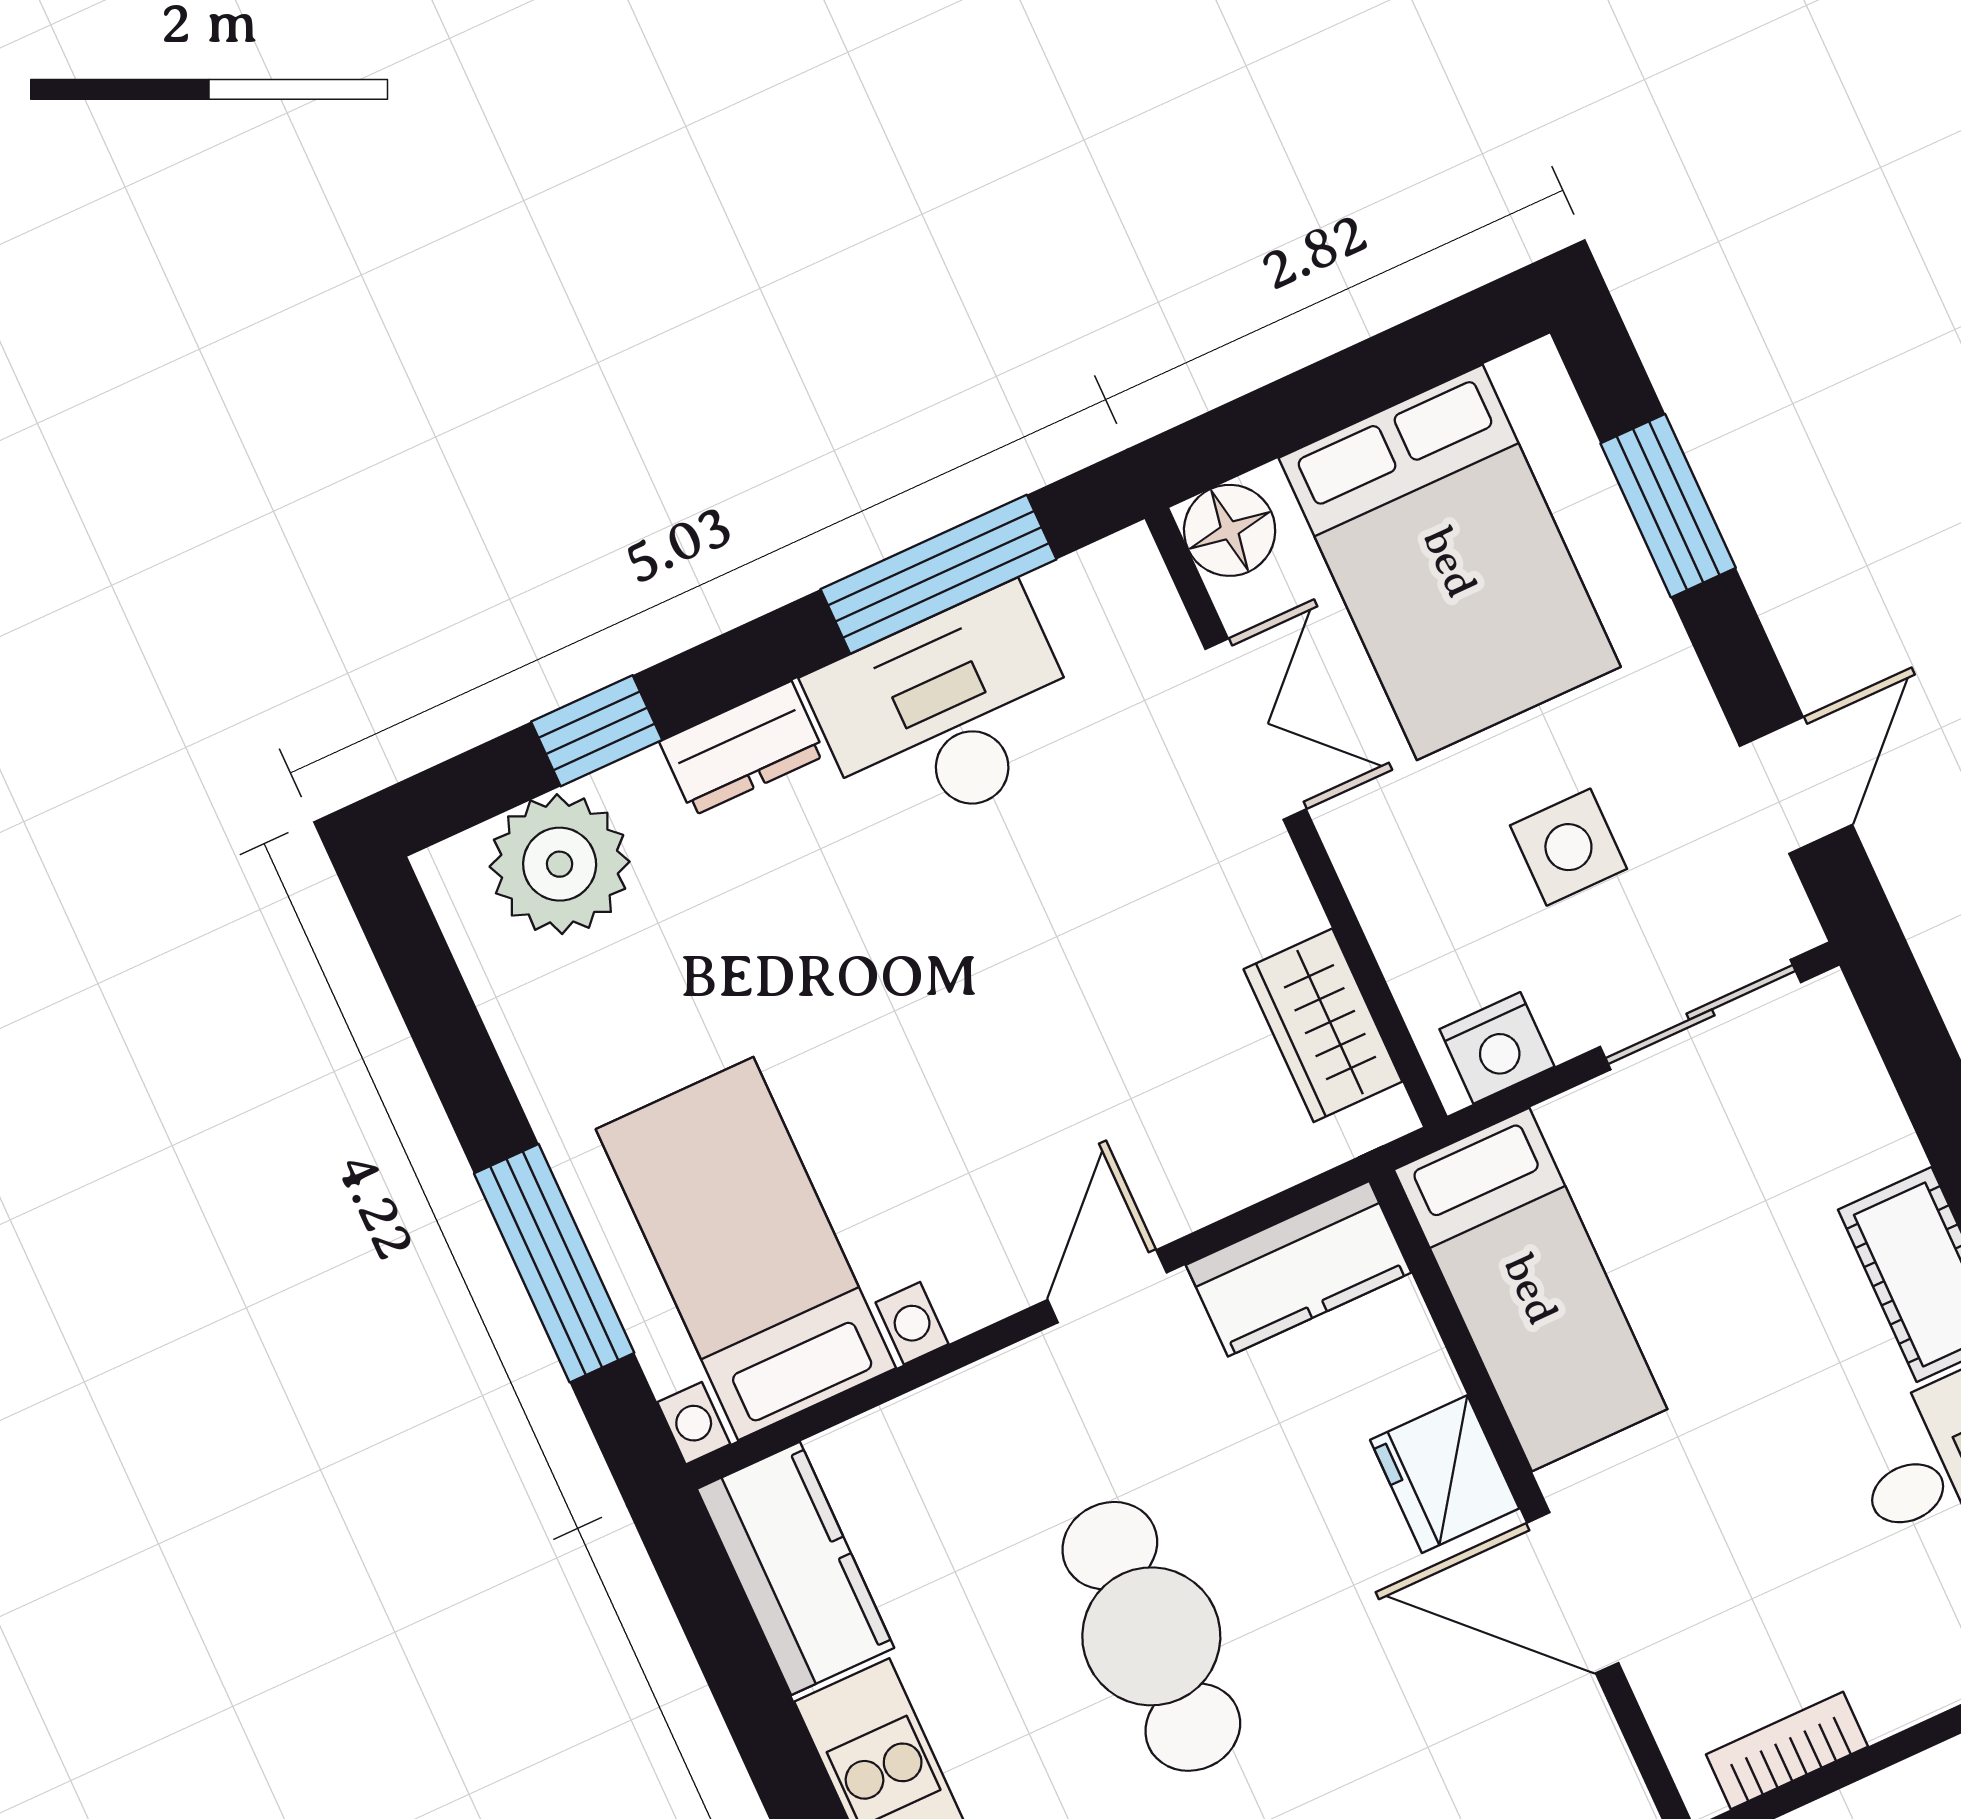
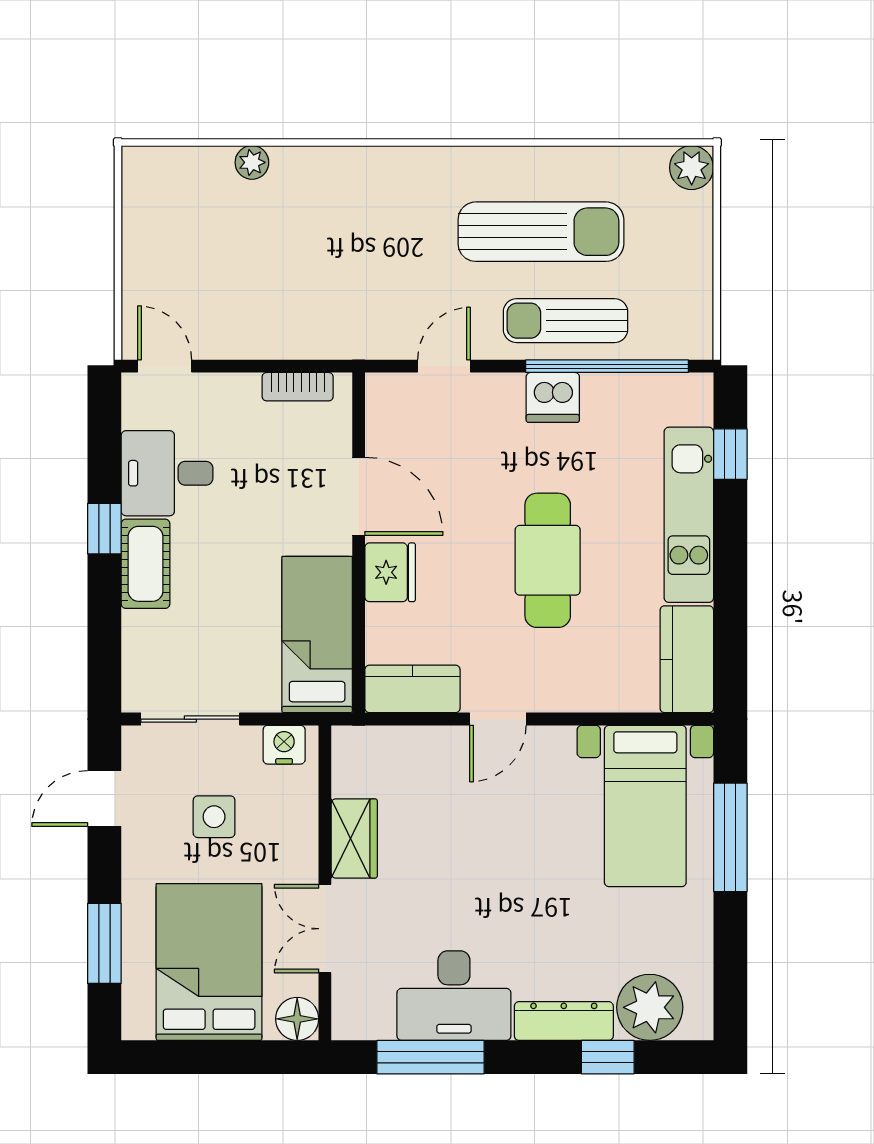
dresser: (742, 749) -> (564, 1021), width x1.44
wardrobe: (1323, 1025) -> (354, 838), moved

